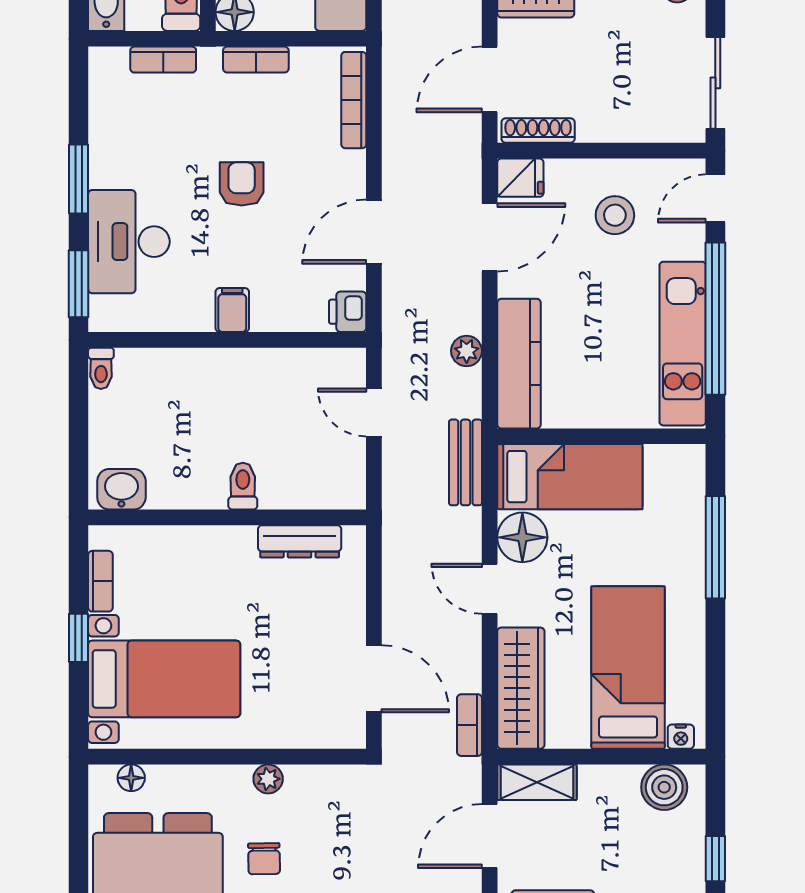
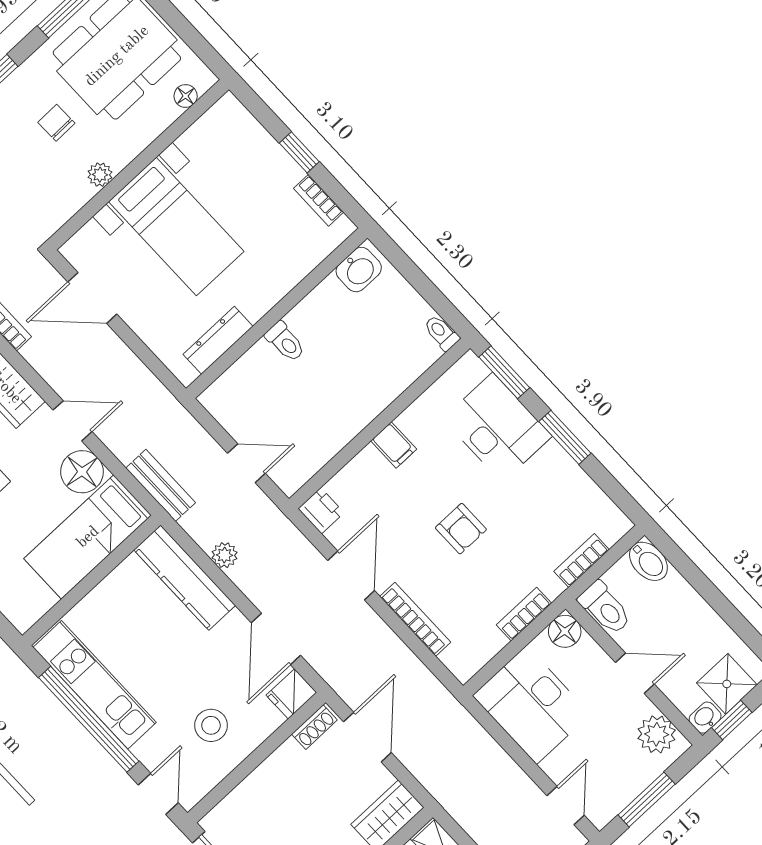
bookcase: (354, 100) -> (415, 619), moved
shoe rack: (538, 131) -> (314, 727), width x0.70
bed with nightstands: (164, 679) -> (176, 226), moved, turned -90

